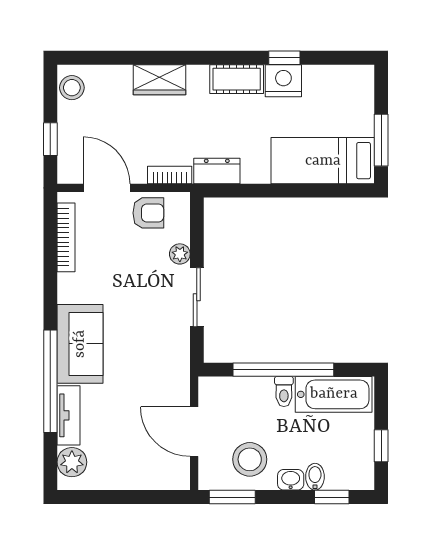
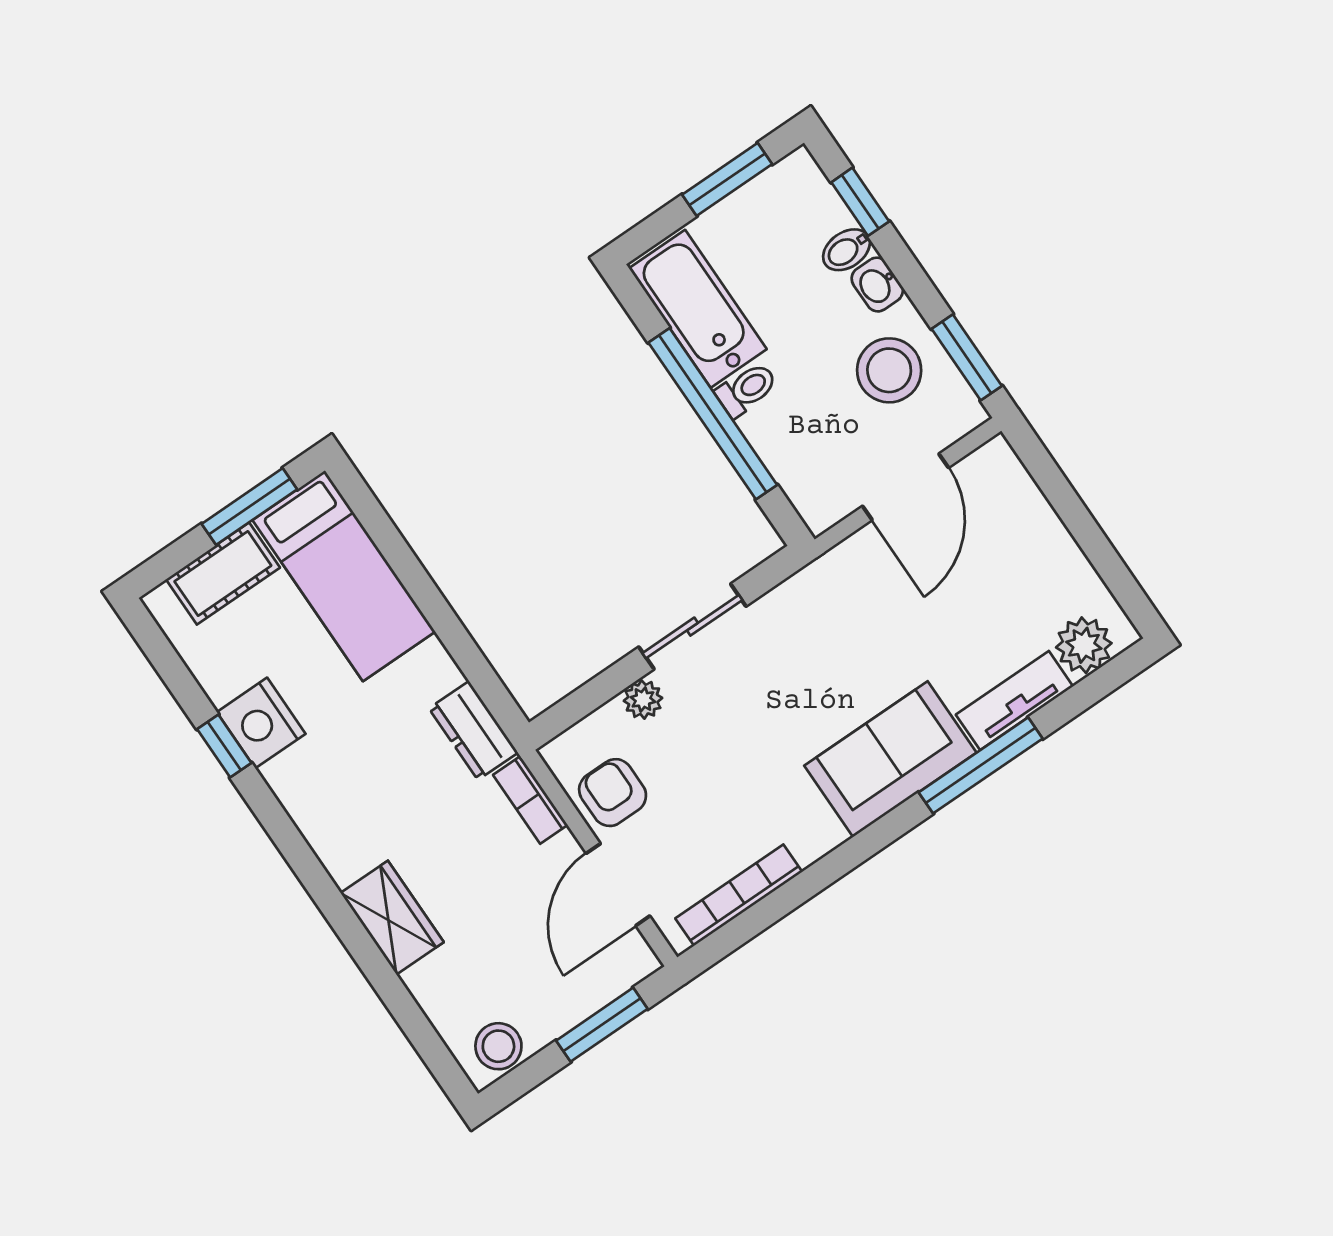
cot: (237, 79) -> (223, 574), moved, turned 90
window: (50, 139) -> (602, 1025), width x1.50
window: (50, 381) -> (981, 765), width x0.68
window: (381, 446) -> (727, 179), width x1.50

